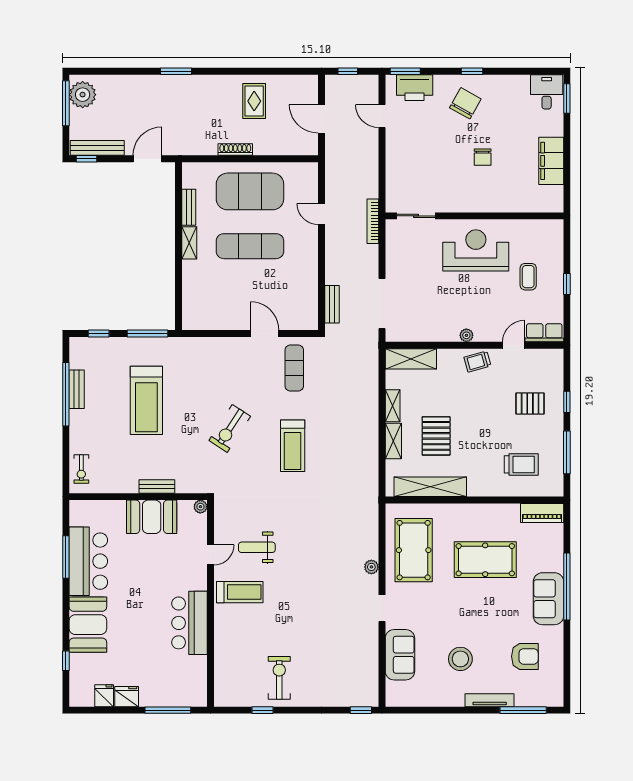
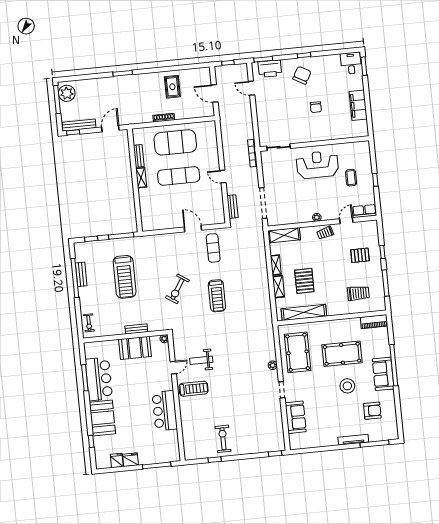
door: (321, 214) -> (223, 177), moved
stool: (460, 659) -> (347, 386), moved

